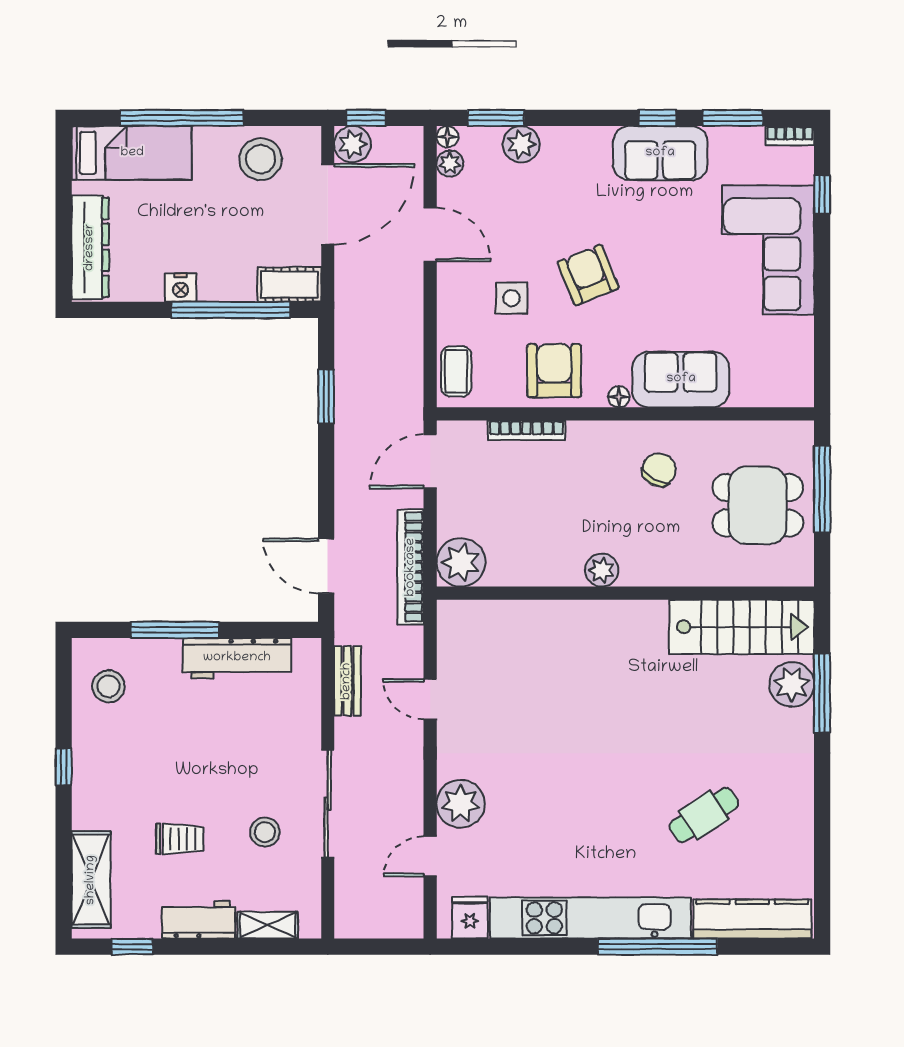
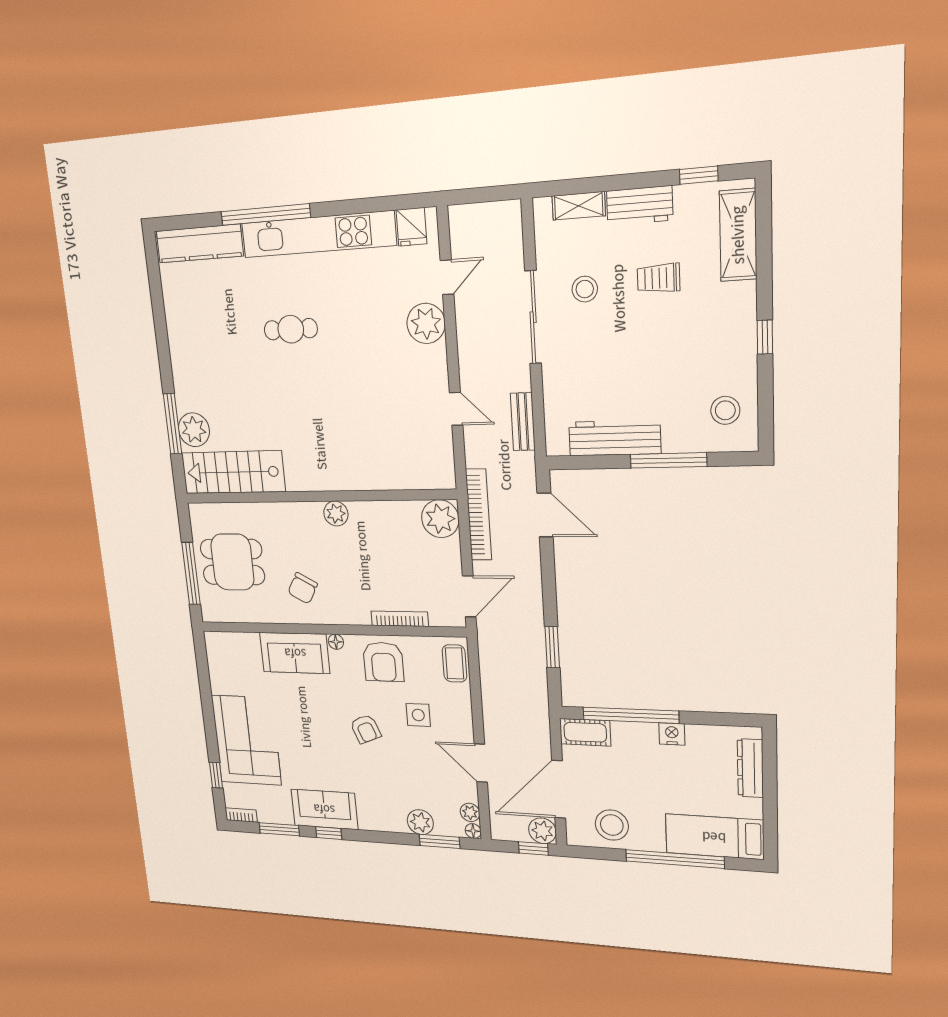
dresser: (90, 247) -> (750, 768), width x0.73, depth x0.80
armchair: (588, 275) -> (366, 729), width x0.72, depth x0.72
cafe table: (704, 815) -> (291, 329), moved, turned 33

